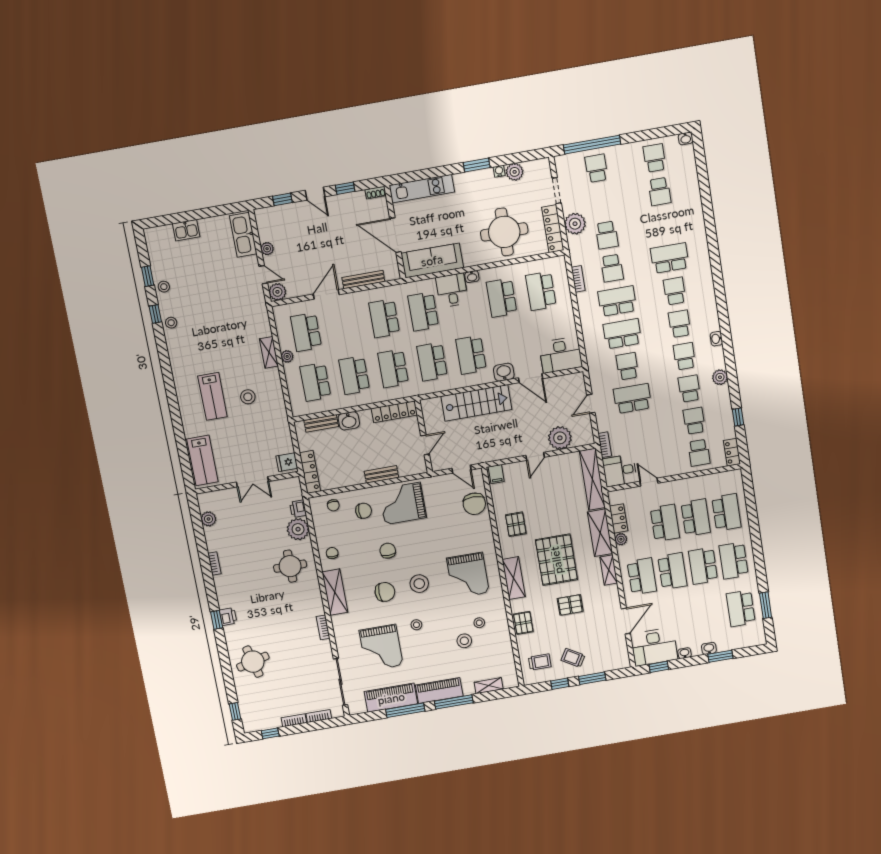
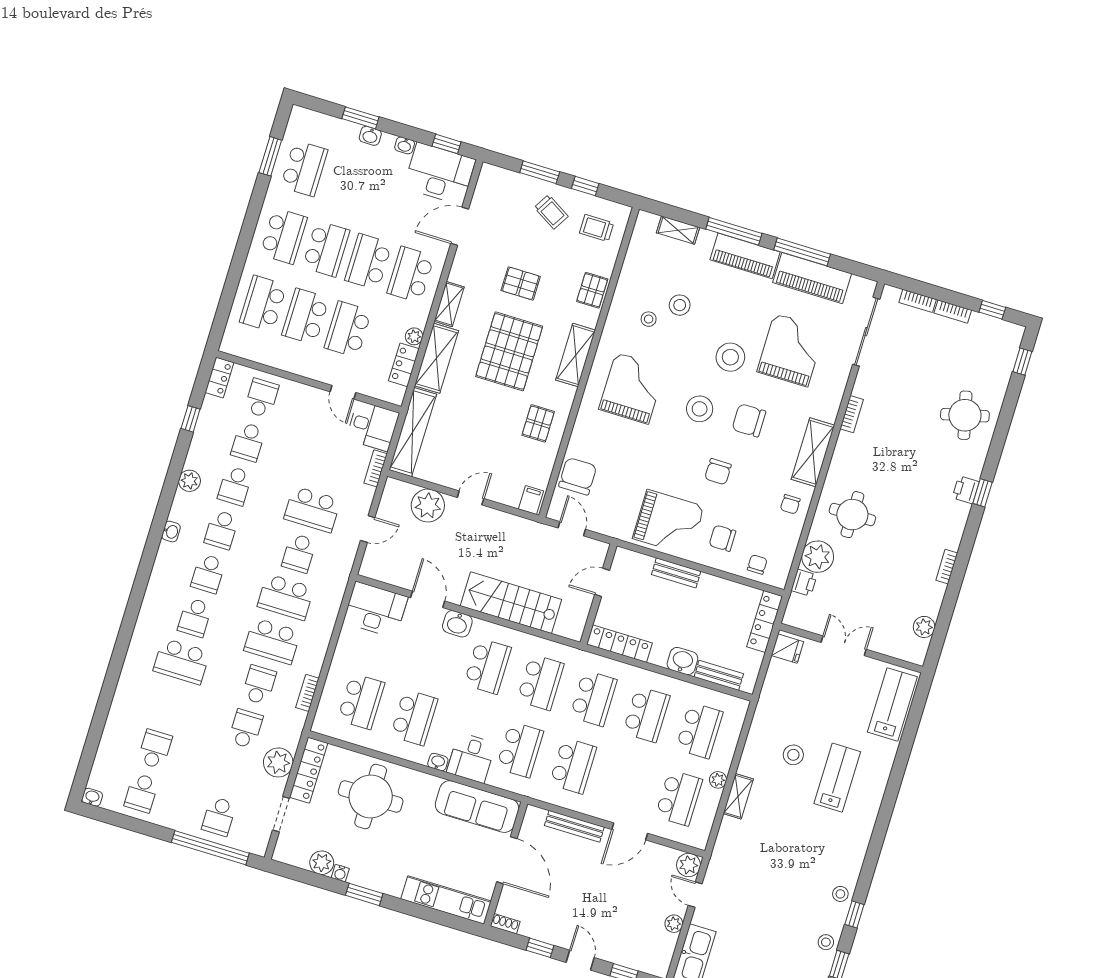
stool: (416, 625) -> (730, 357), width x1.89, depth x1.89

